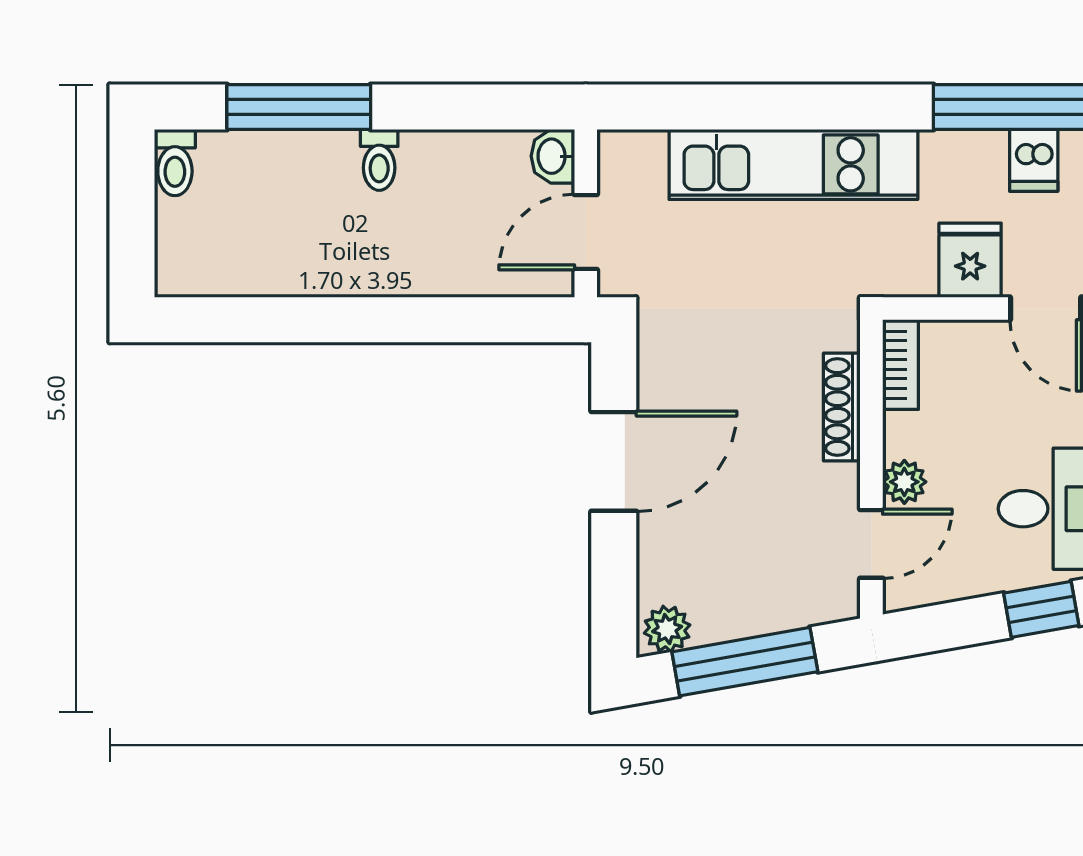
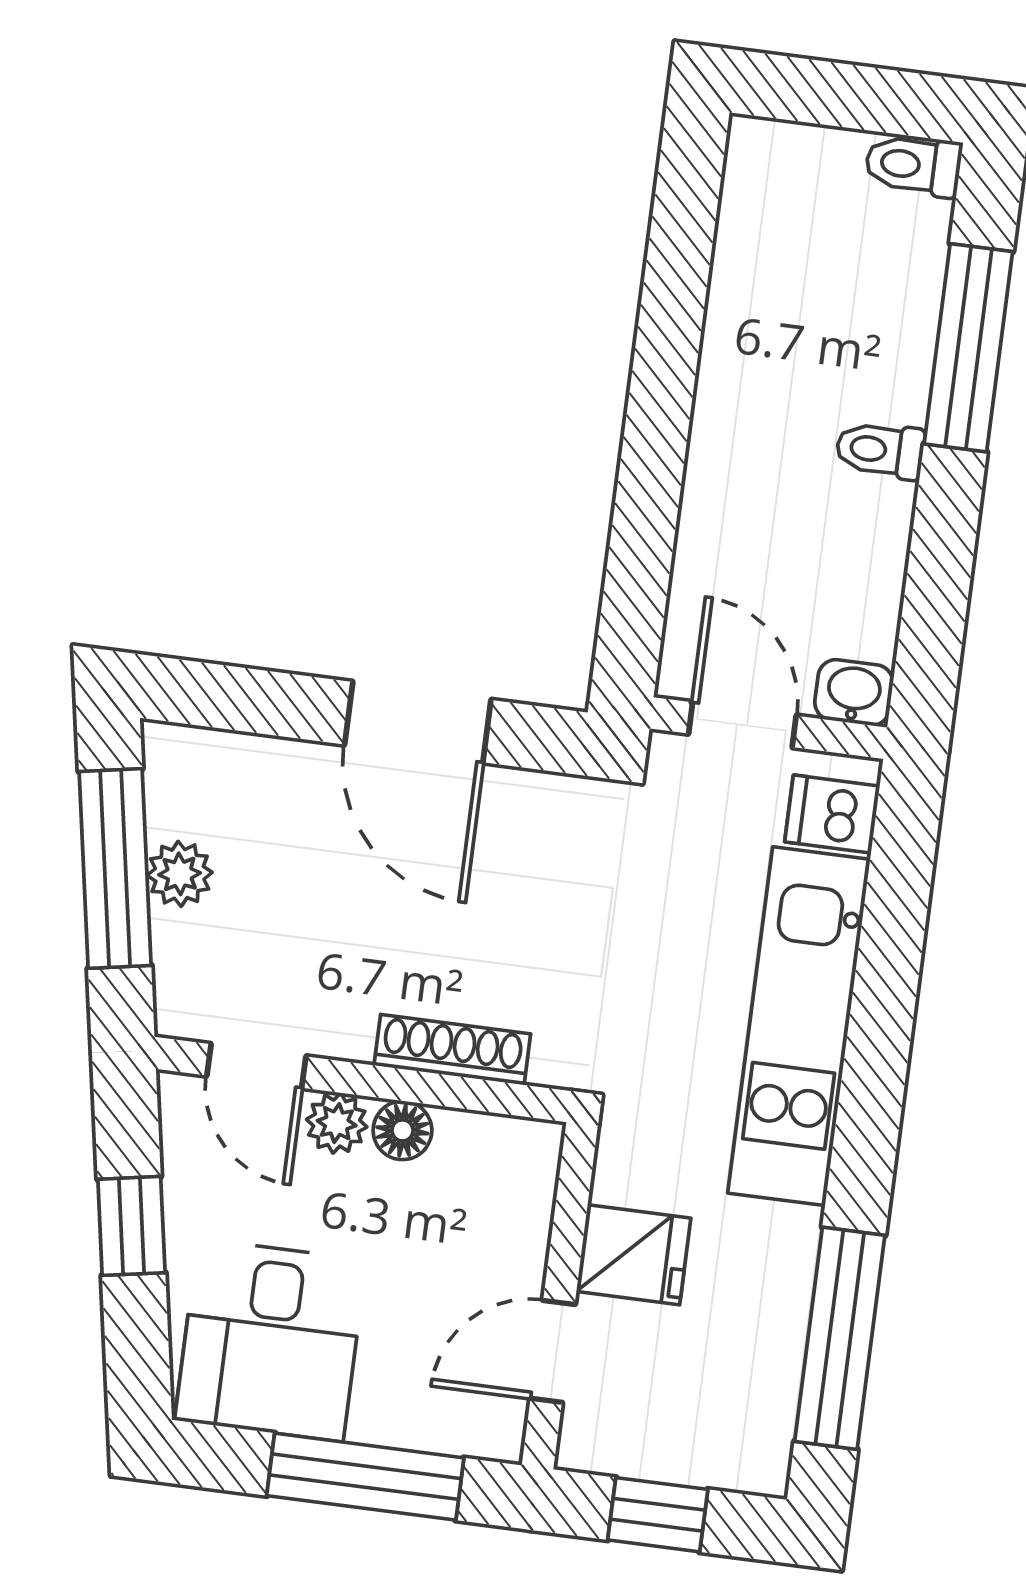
dishwasher: (1034, 160) -> (832, 814), moved
bookcase: (900, 365) -> (501, 1139), removed
floor lamp: (903, 435) -> (402, 1130), added
window: (1041, 609) -> (131, 1226), moved
plant: (667, 629) -> (180, 874), moved

